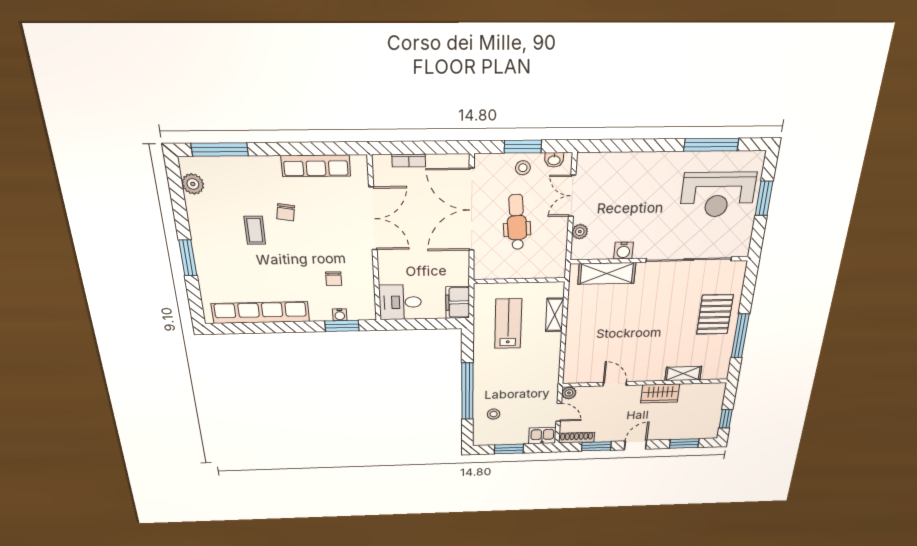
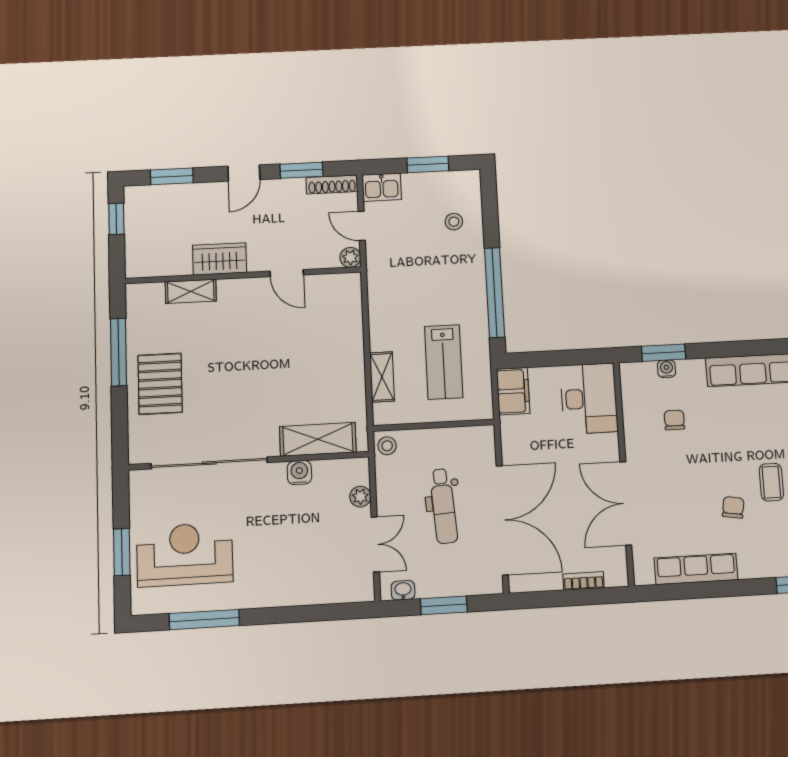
stool: (523, 168) -> (387, 446), moved
desk: (400, 302) -> (589, 399), width x1.37
window: (467, 391) -> (495, 293), moved

